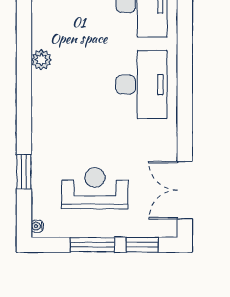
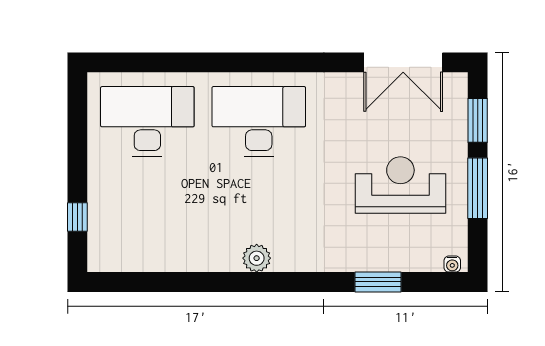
plant: (41, 60) -> (257, 258), moved
reception desk: (95, 188) -> (400, 185), turned 90

